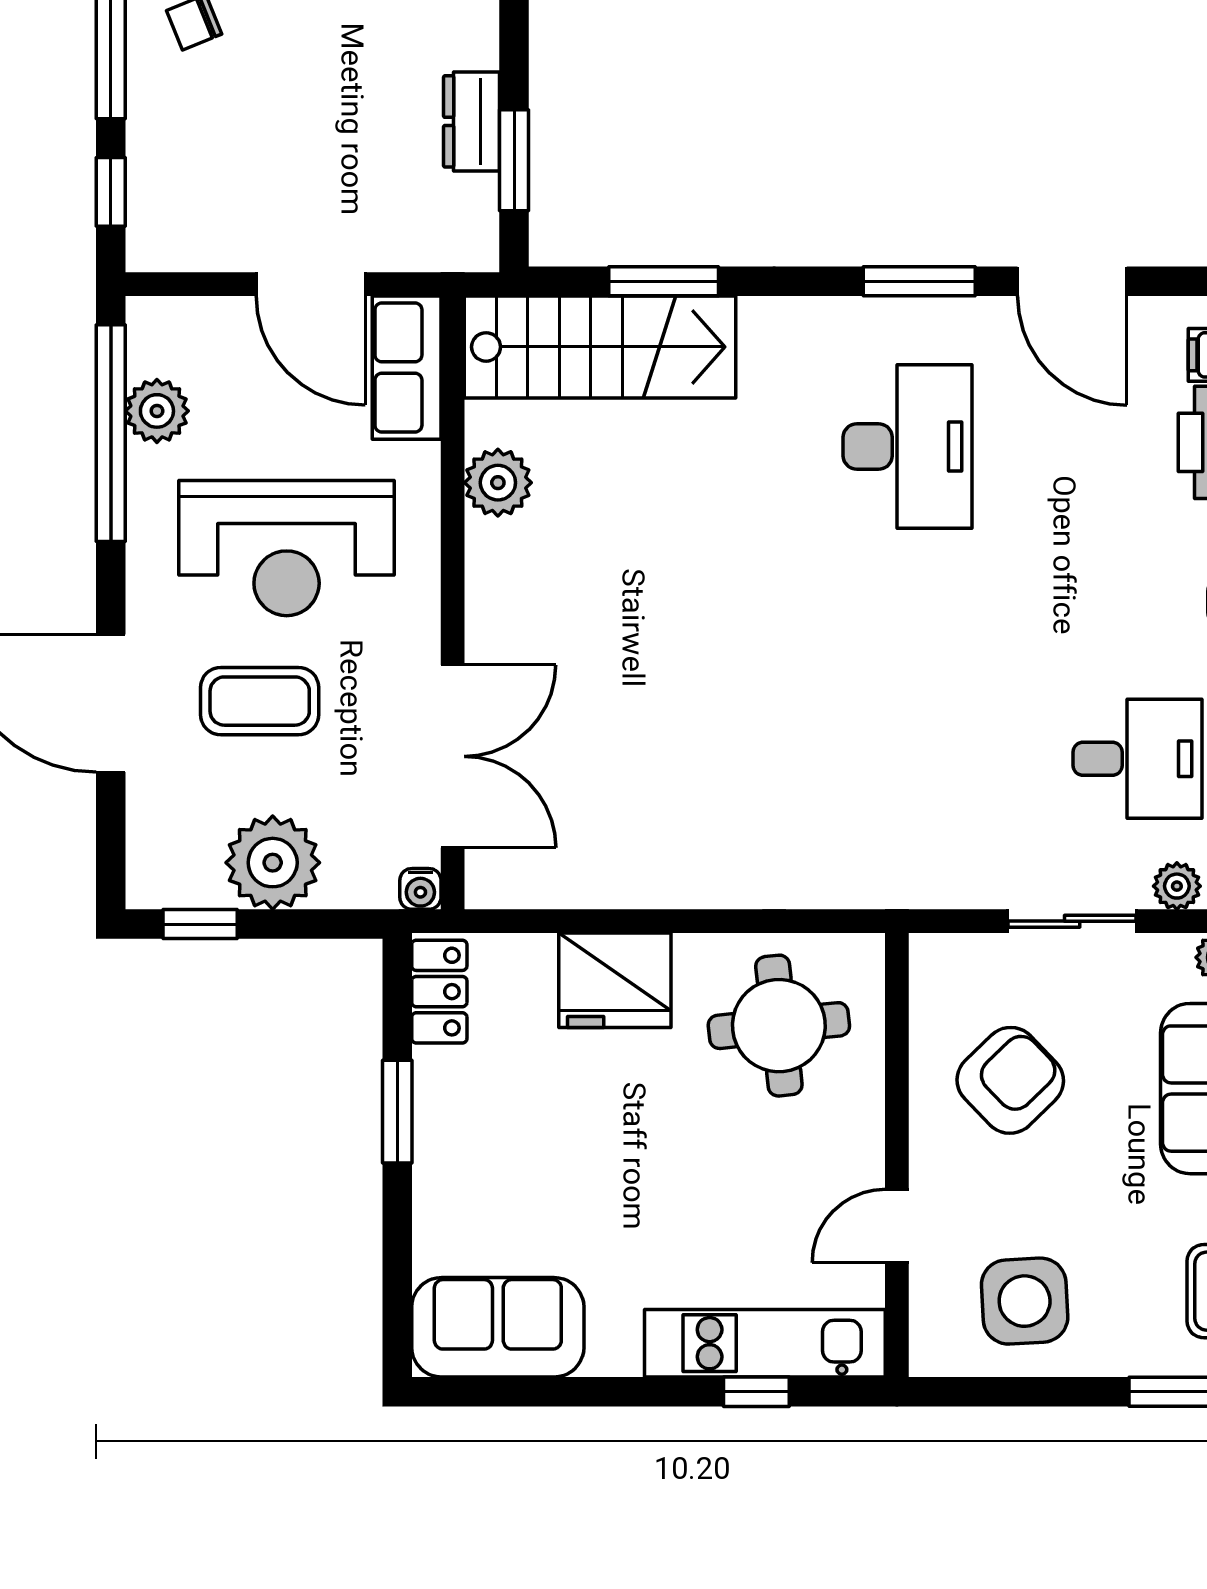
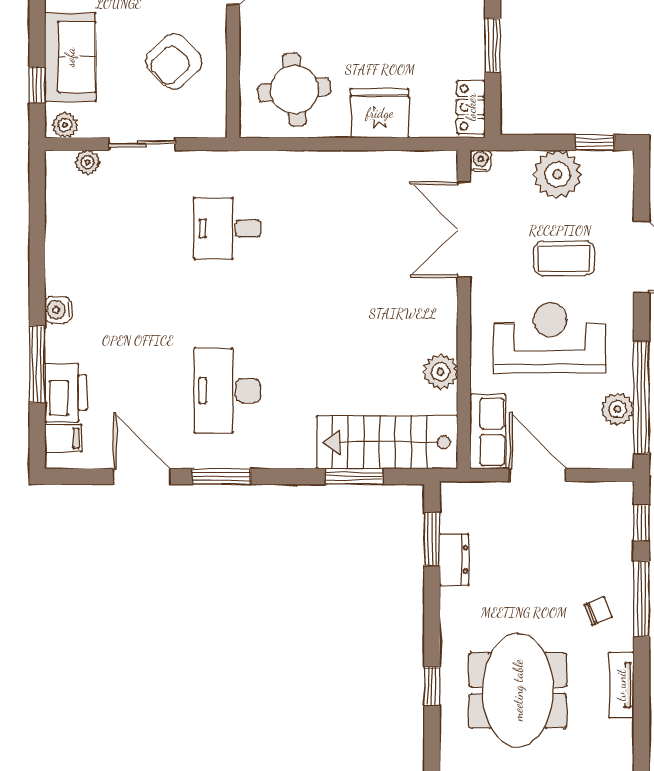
desk: (1138, 759) -> (227, 228), moved

